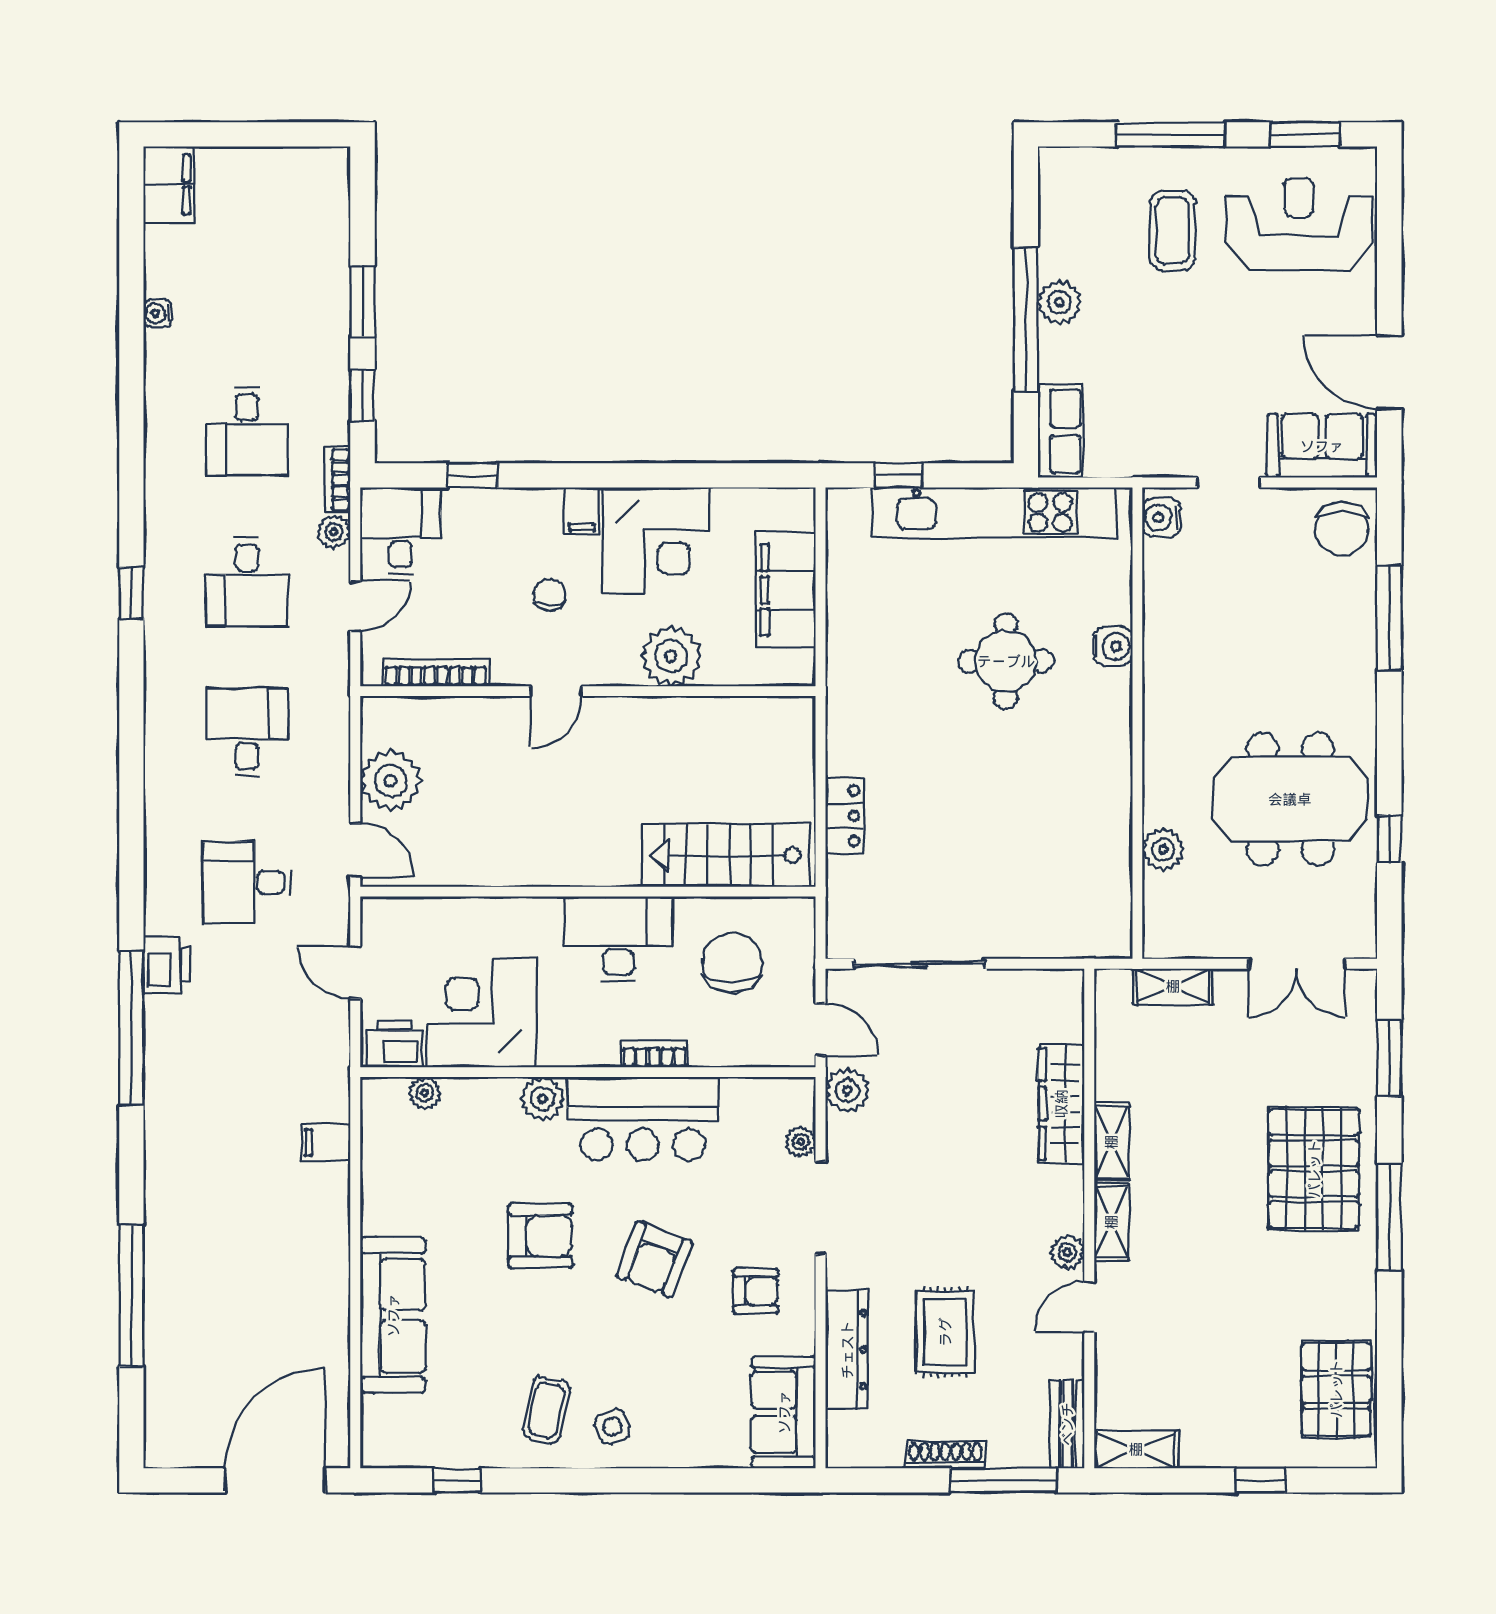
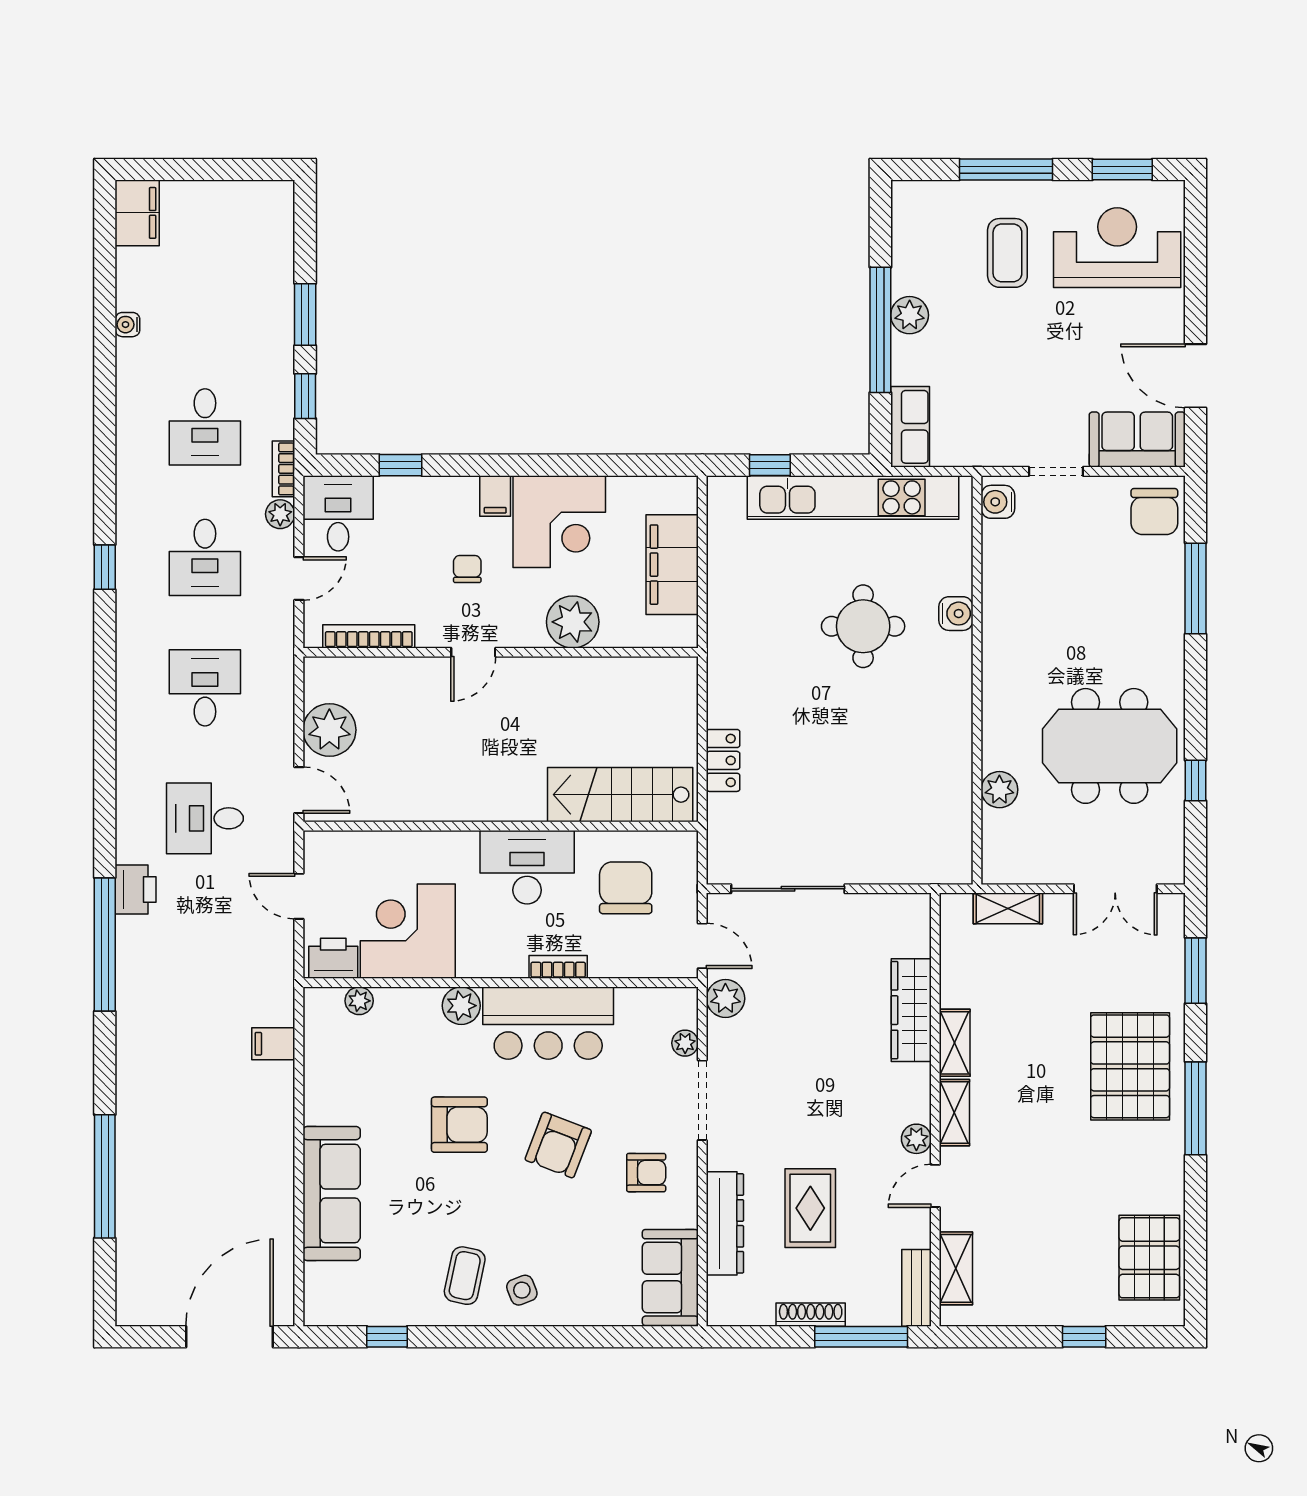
shelving: (1136, 1449) -> (956, 1268), moved, turned 90

